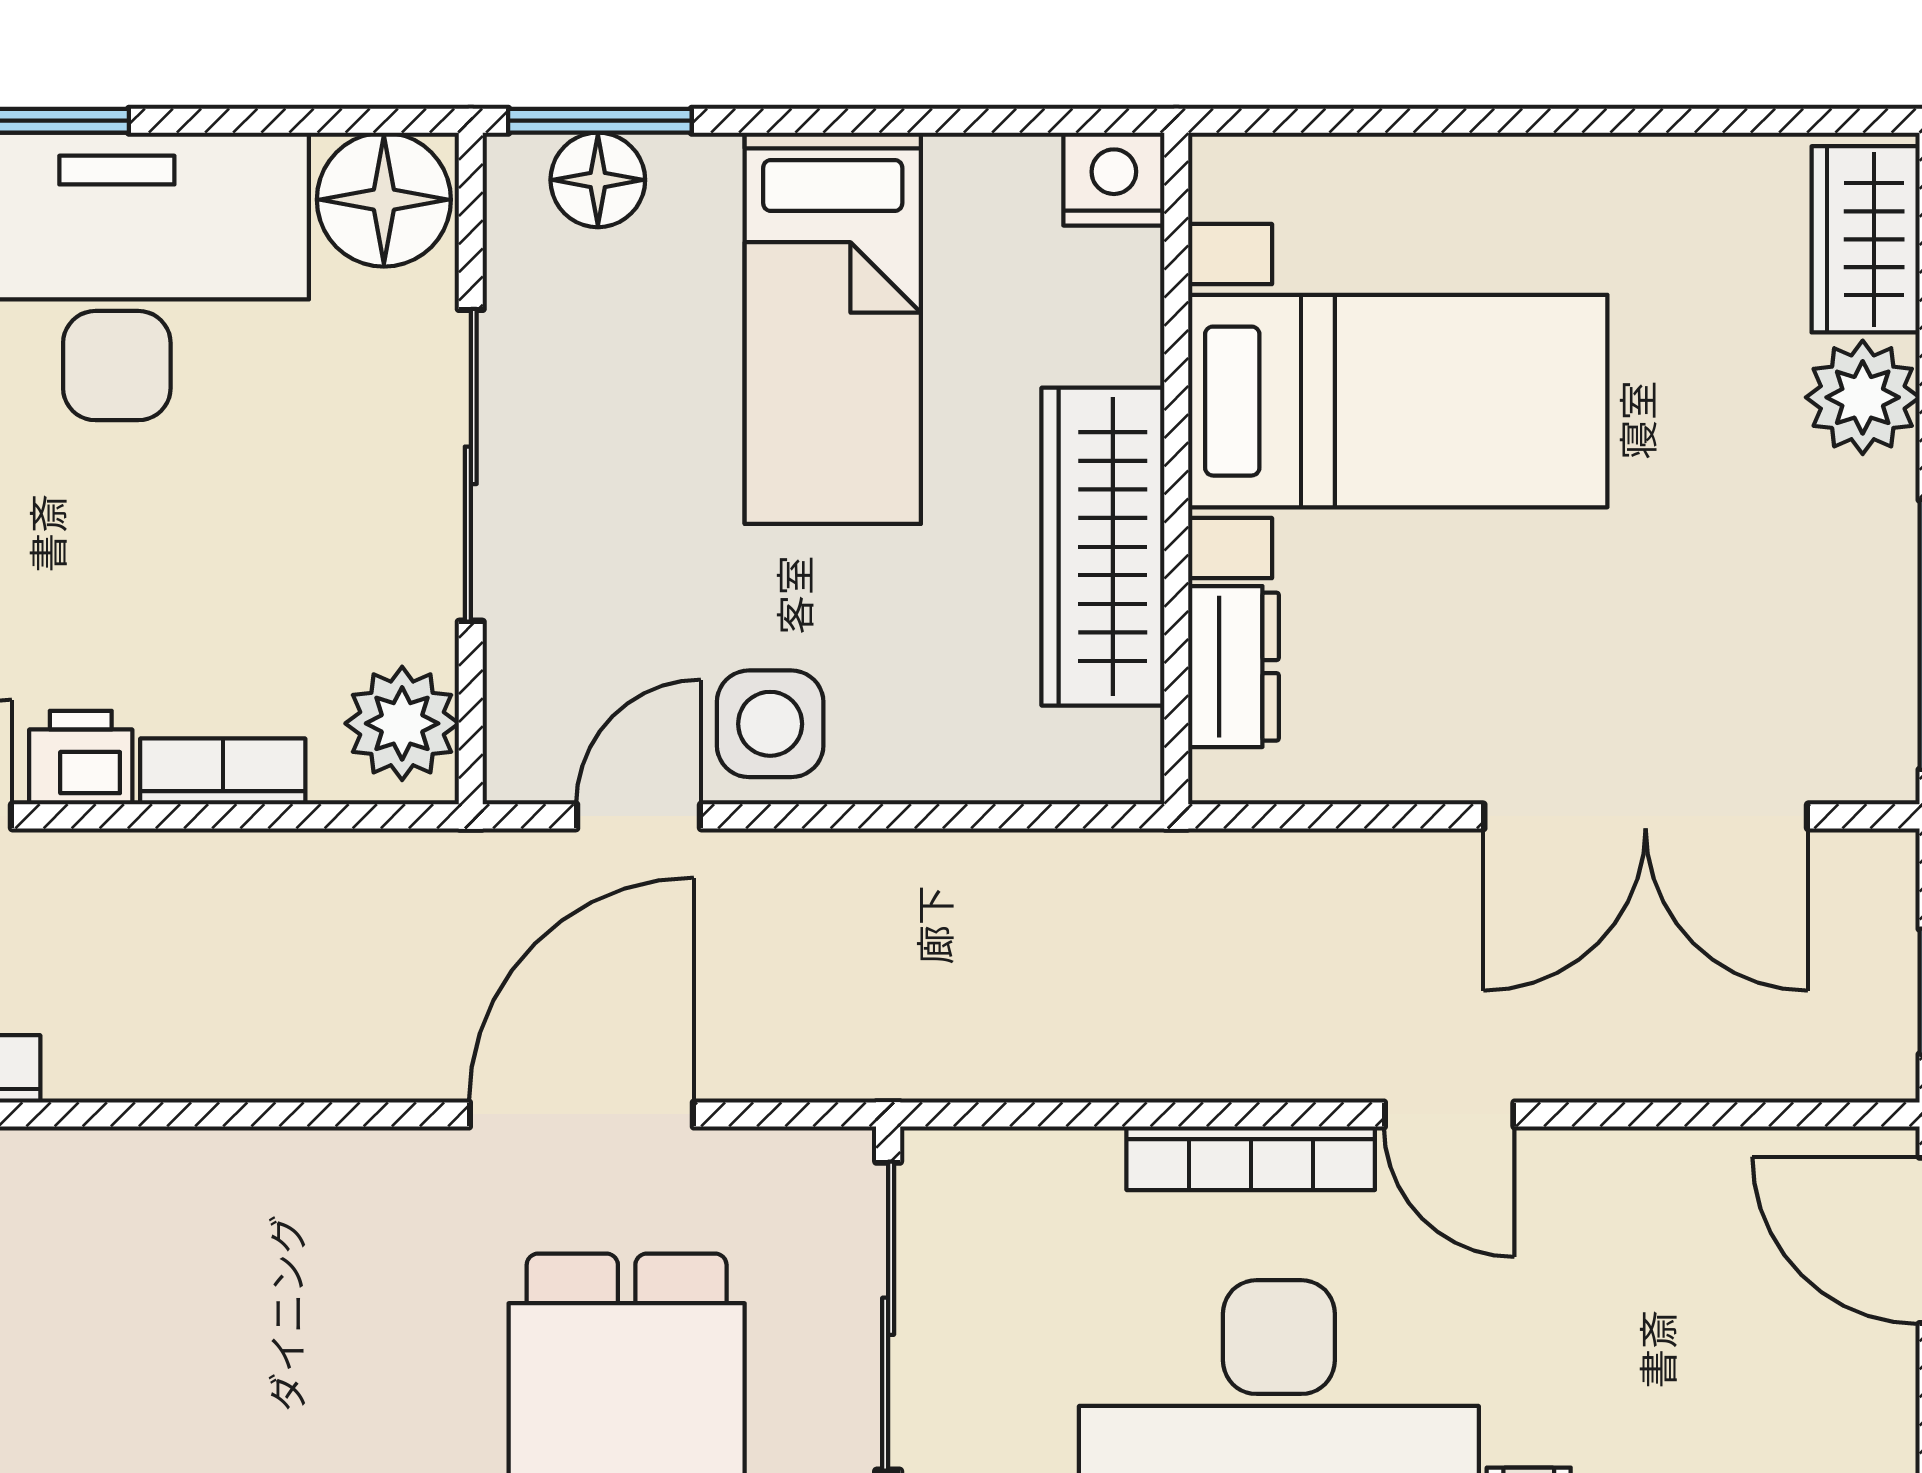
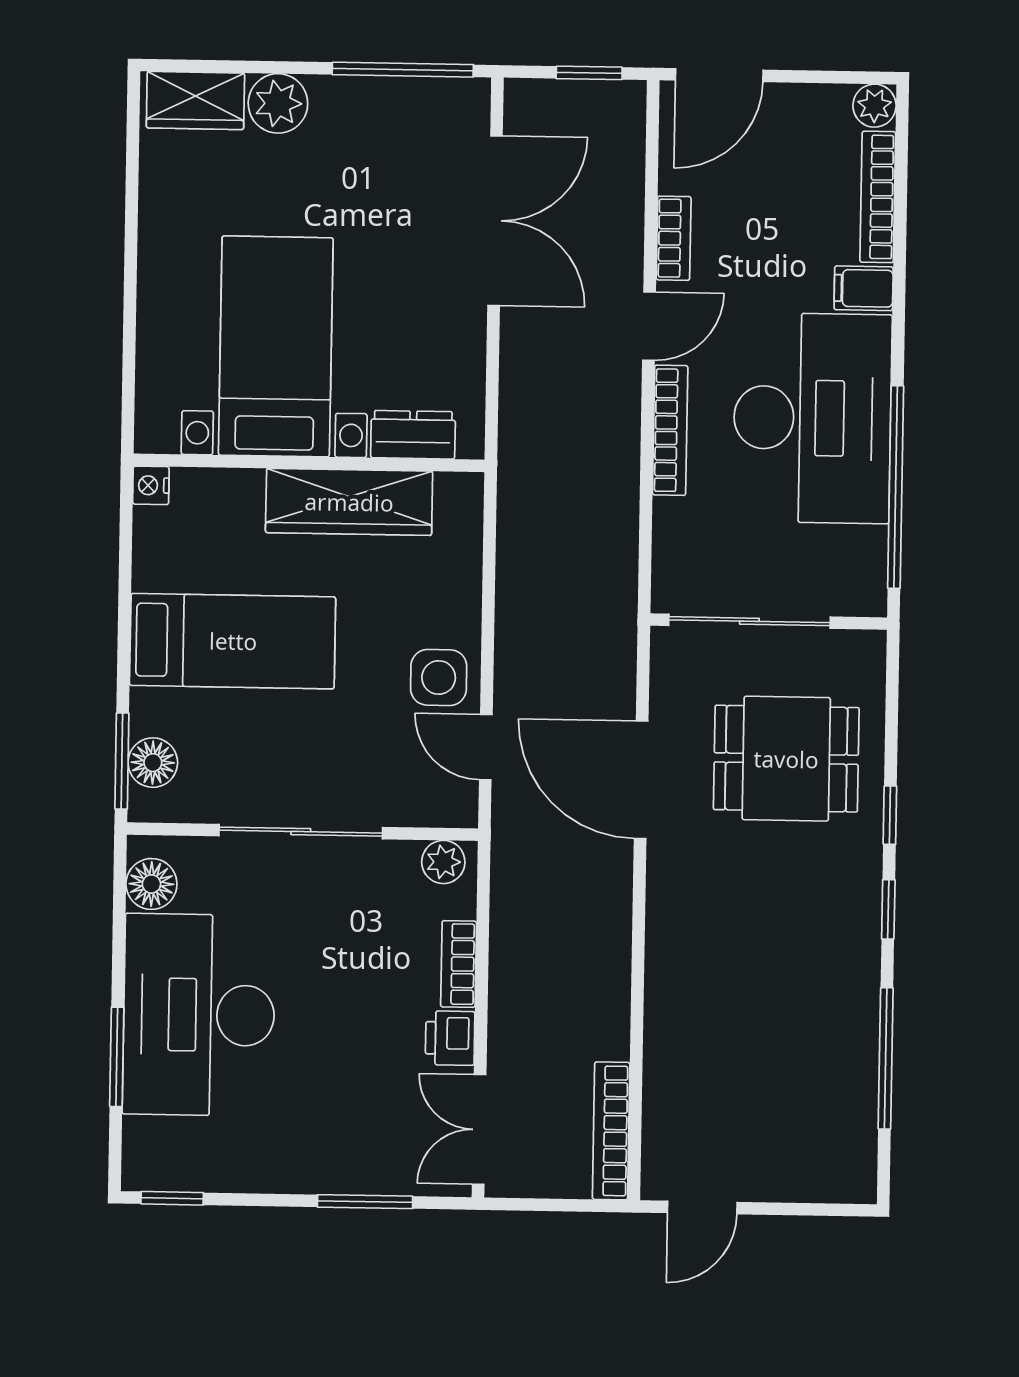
nightstand: (1114, 179) -> (151, 485), width x0.72, depth x0.74
floor lamp: (384, 200) -> (151, 884), width x0.73, depth x0.73
plant: (402, 723) -> (443, 862), width x0.73, depth x0.73
bookcase: (1618, 1158) -> (674, 238), added

